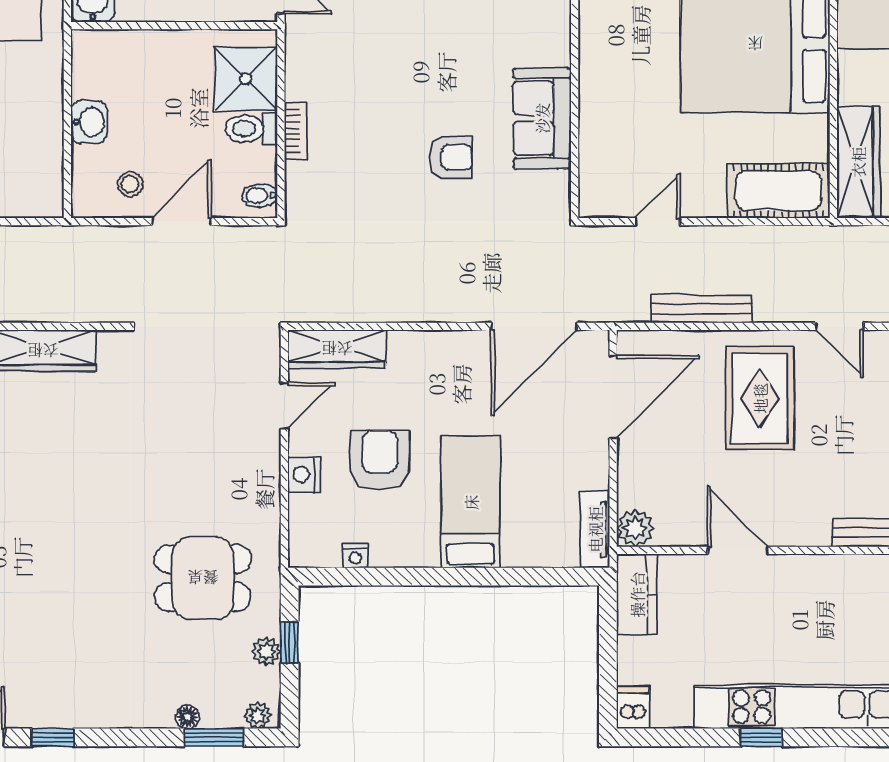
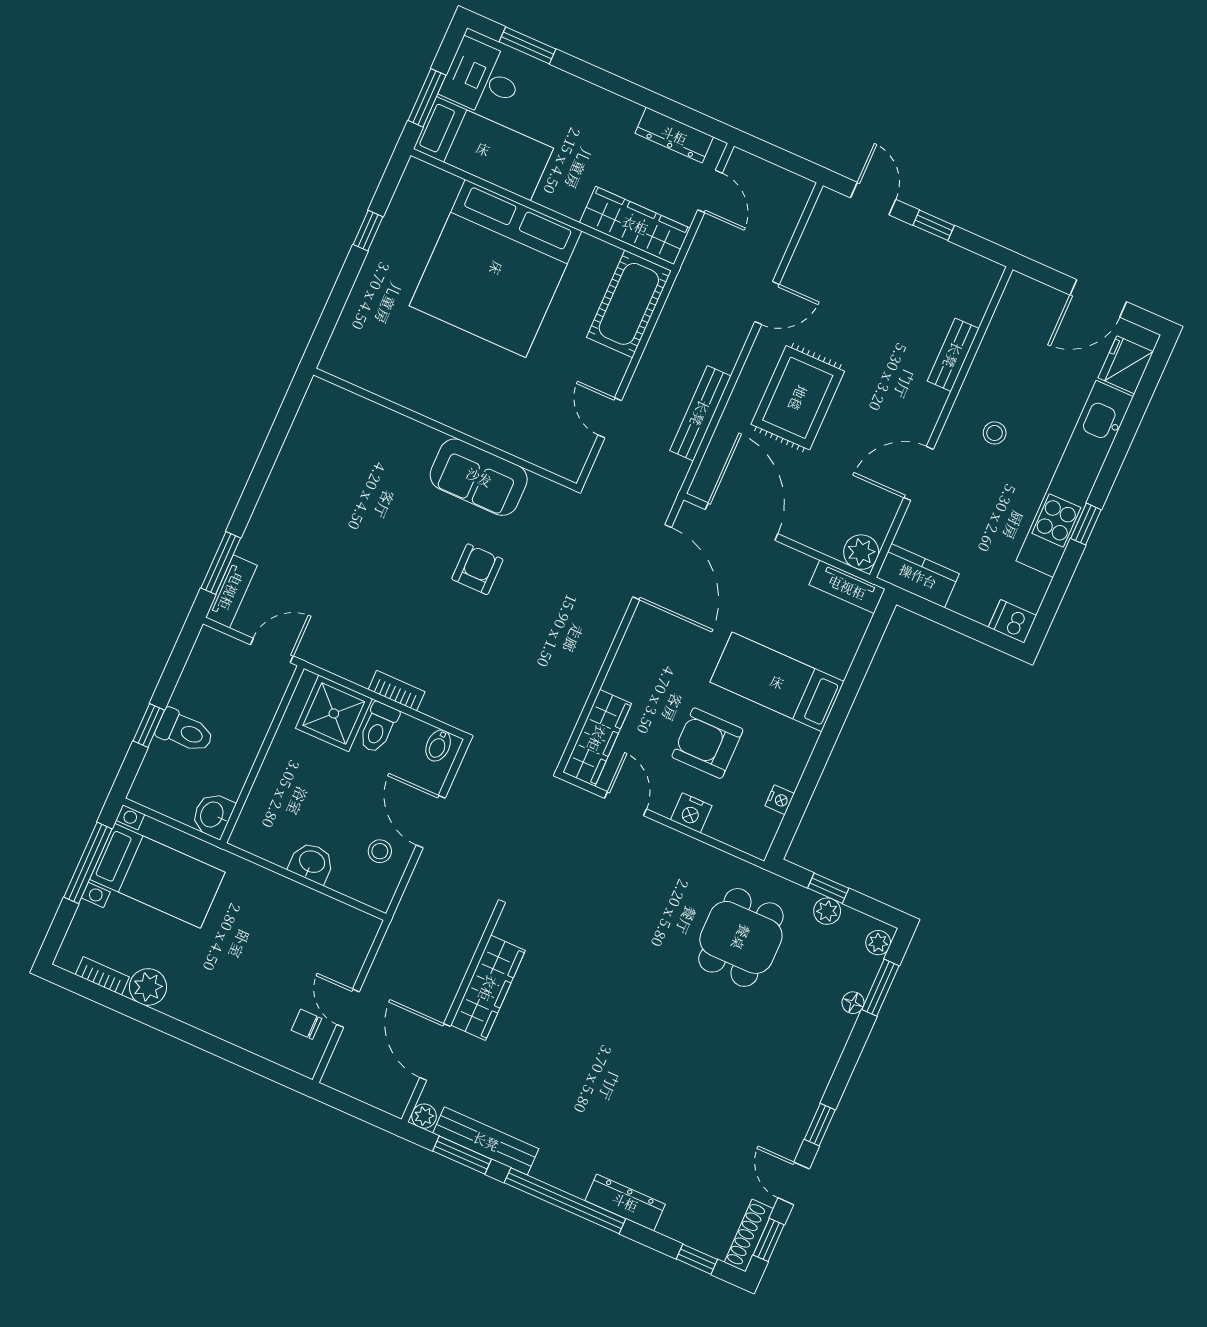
rug: (760, 398) -> (798, 398), turned 90
stool: (811, 608) -> (995, 433), added

